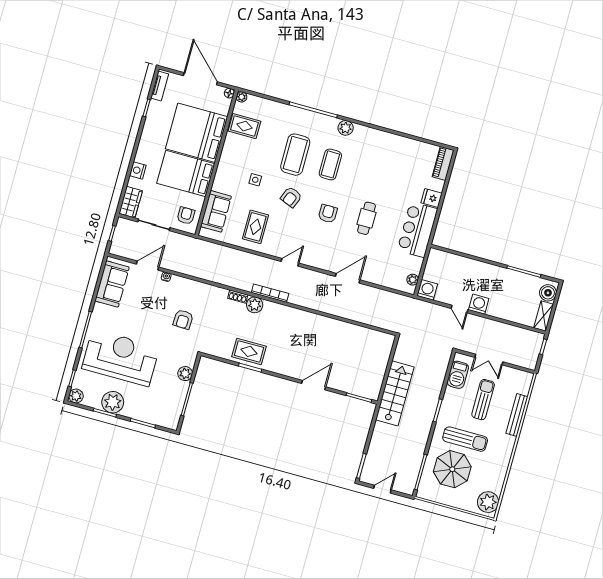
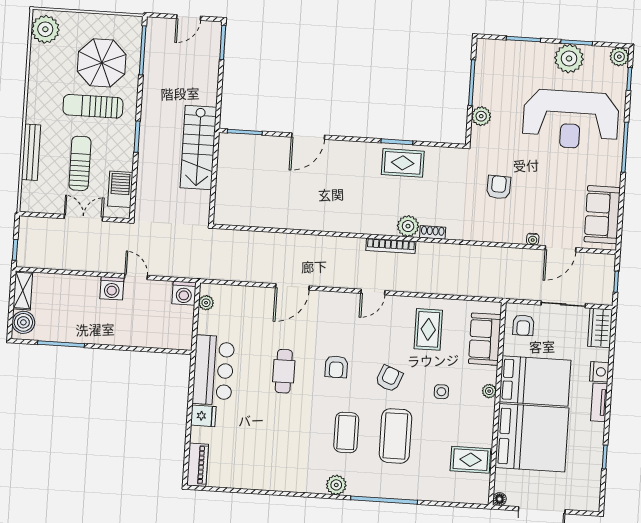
tv unit: (160, 86) -> (599, 402), moved
plant: (242, 97) -> (489, 391), moved
sun lounger: (483, 400) -> (80, 163), turned 180

